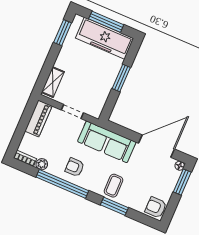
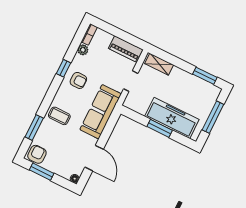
freezer: (105, 38) -> (172, 118), moved, turned 90
door: (157, 146) -> (94, 158), width x0.73
armchair: (75, 167) -> (78, 80), turned 90
window: (182, 182) -> (42, 172), moved
window: (62, 184) -> (63, 68), width x0.32
window: (114, 206) -> (34, 127), moved

